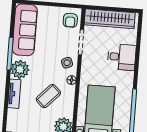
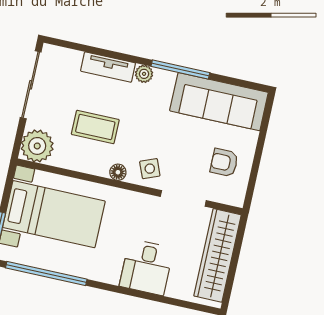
armchair: (70, 20) -> (224, 163), moved
plant: (20, 69) -> (144, 74), width x0.53, depth x0.53
coffee table: (48, 96) -> (95, 127), turned -43

